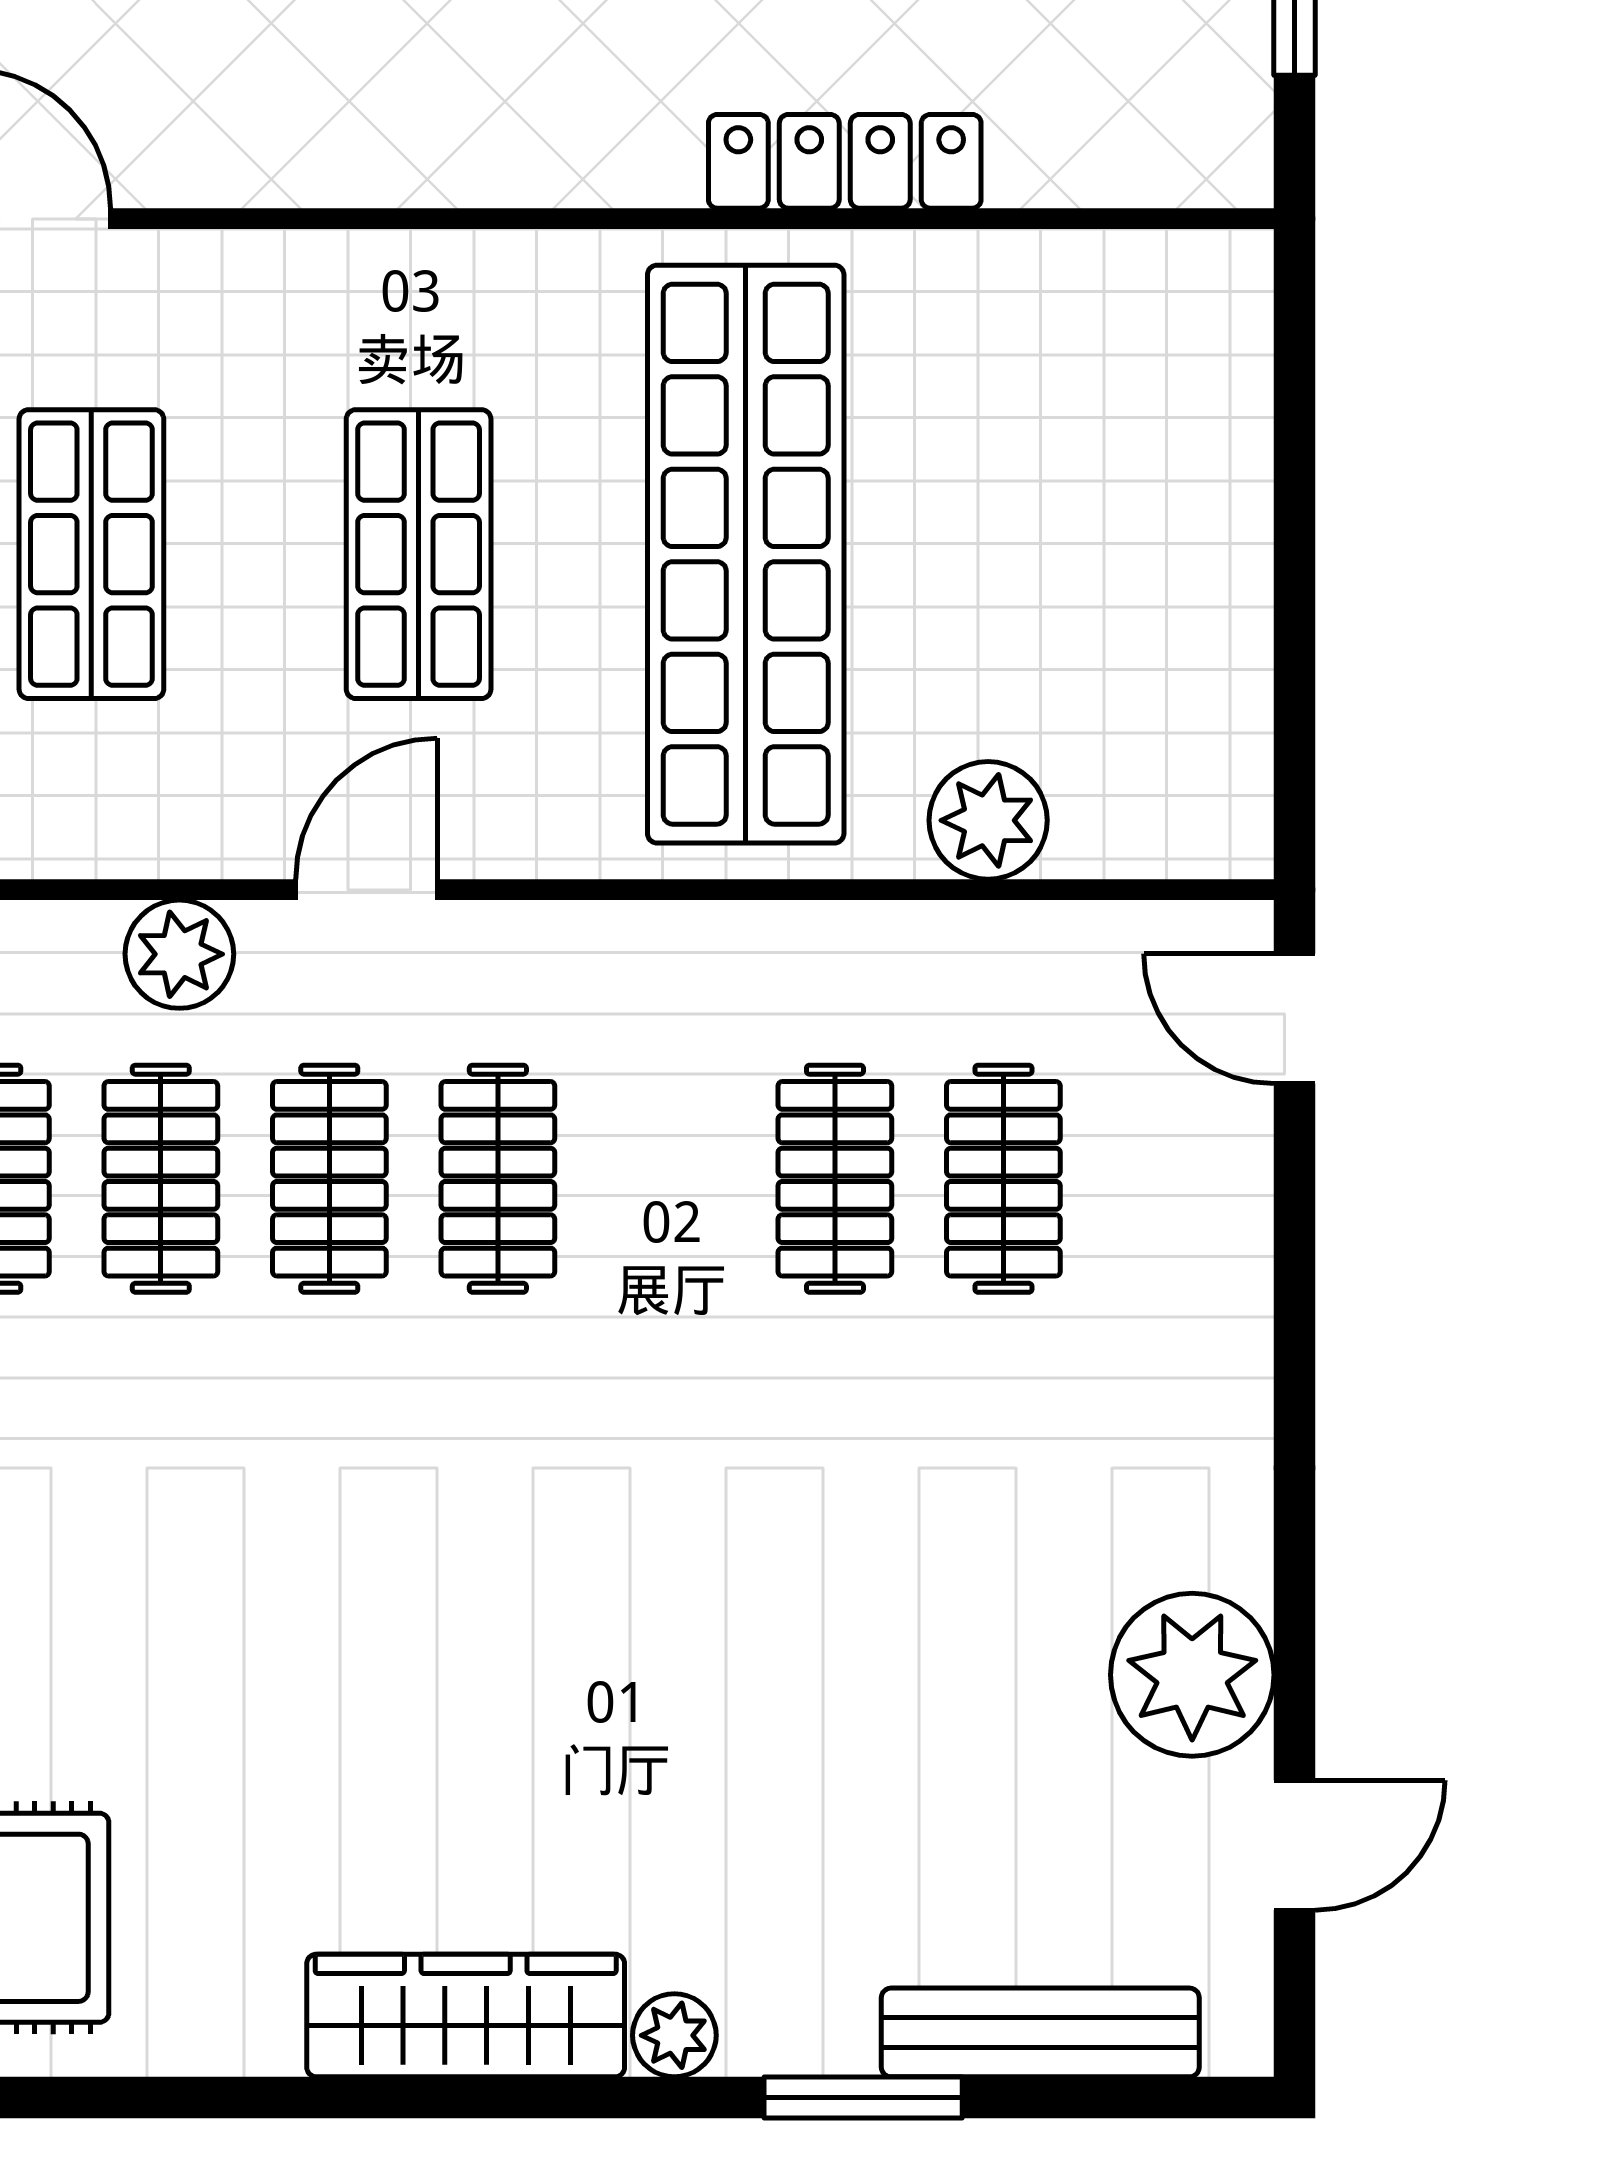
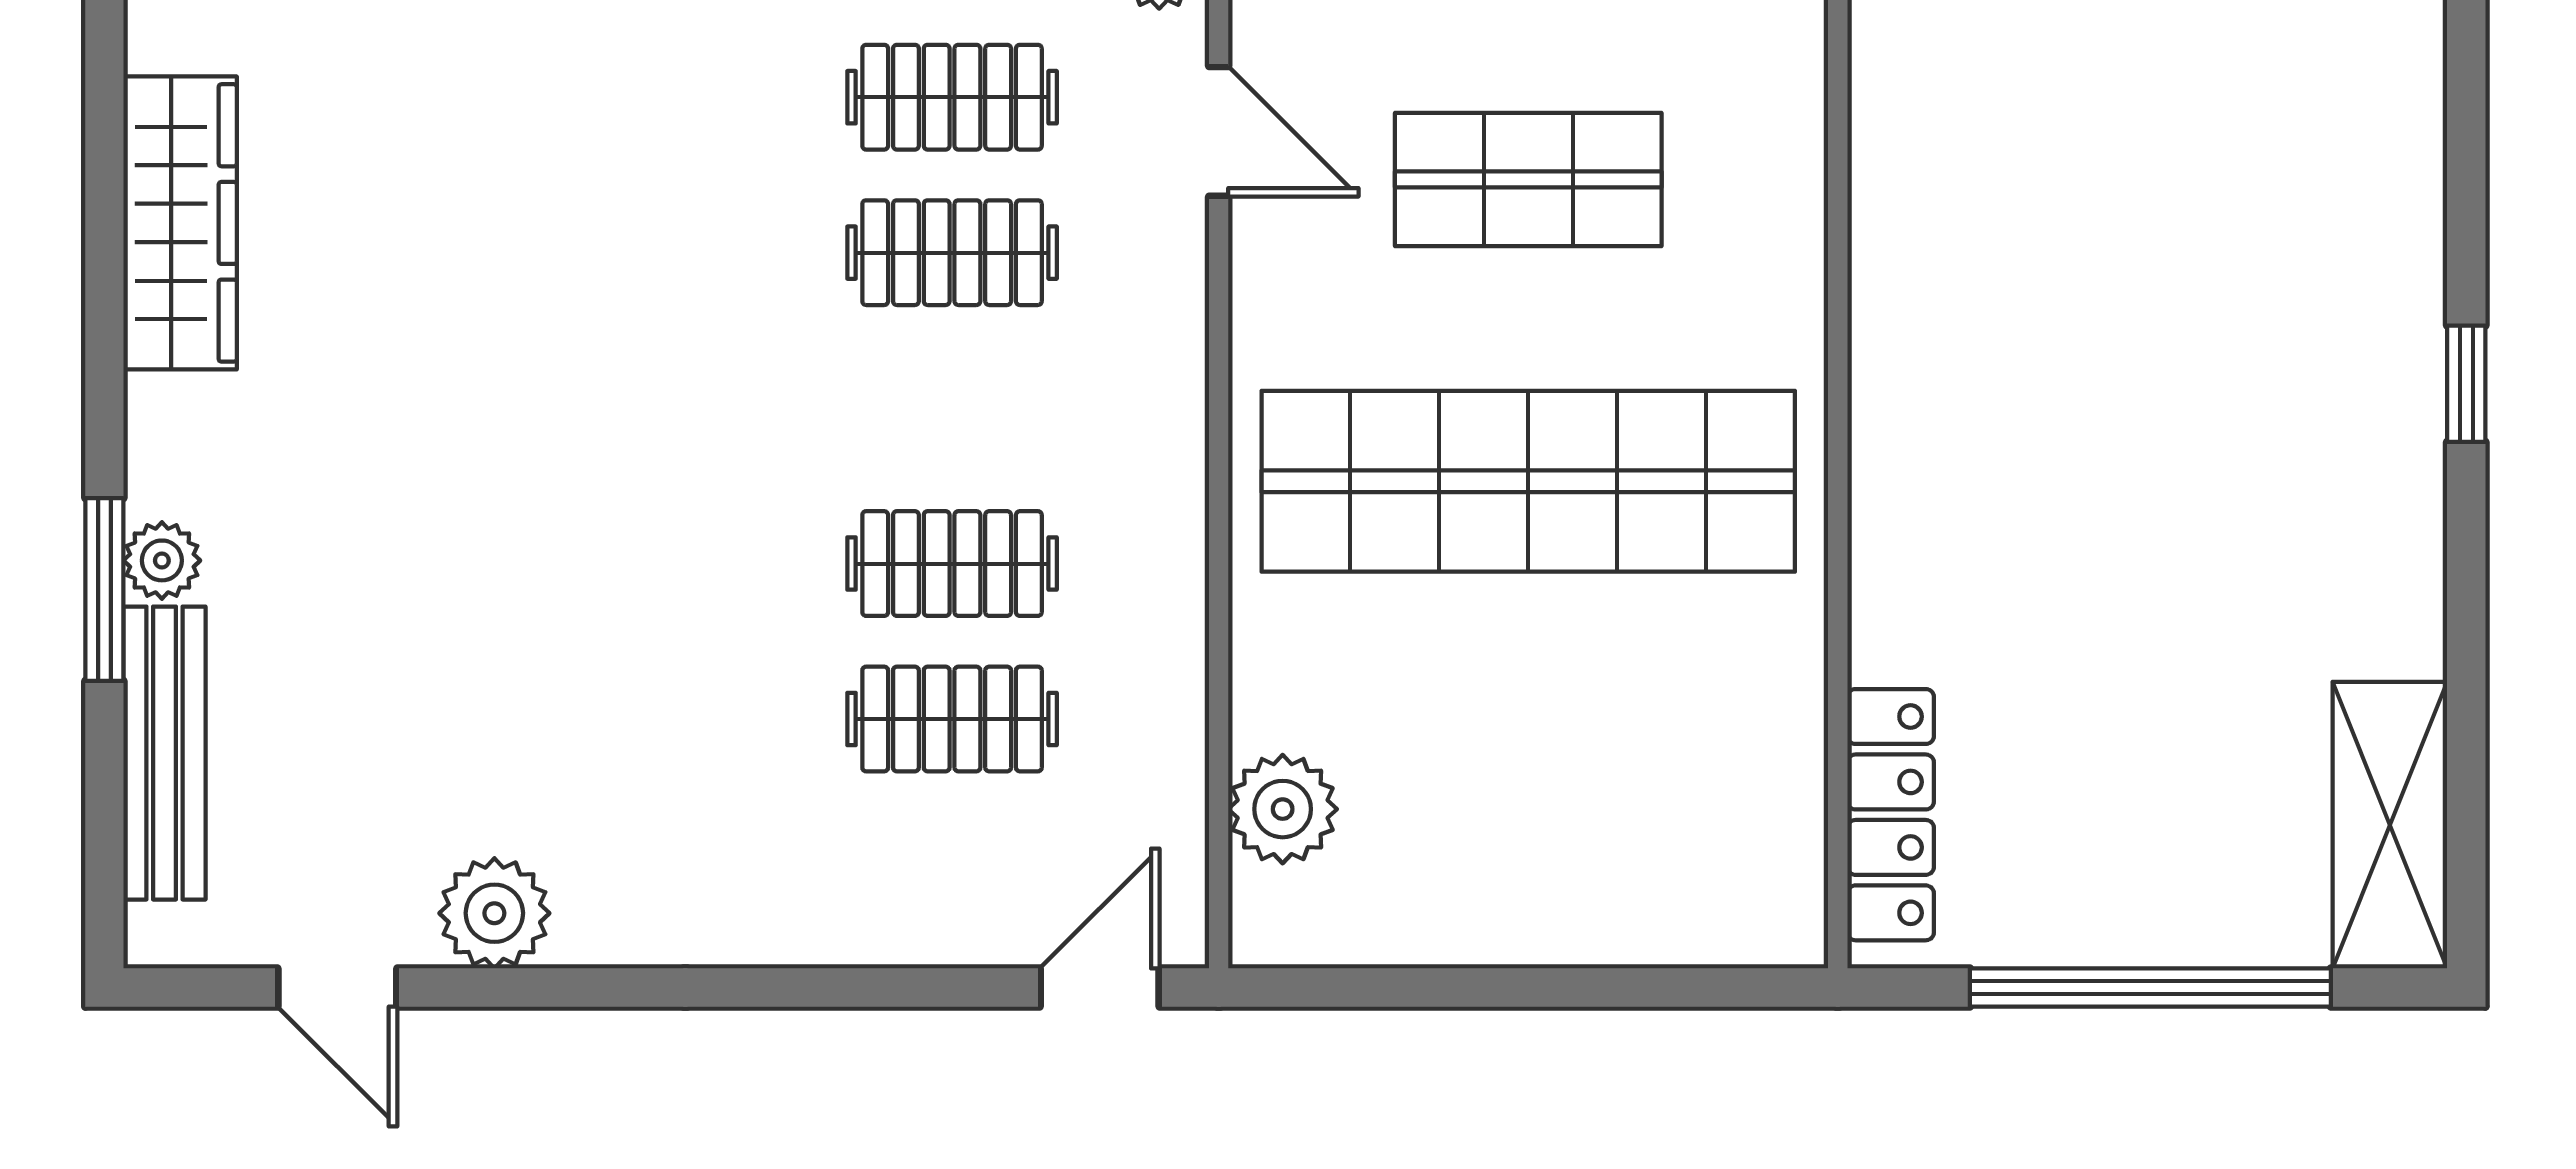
locker: (845, 161) -> (1891, 815), moved
plant: (988, 820) -> (1283, 809), moved
plant: (1192, 1675) -> (494, 913), width x0.73, depth x0.73
plant: (674, 2035) -> (162, 560), moved

